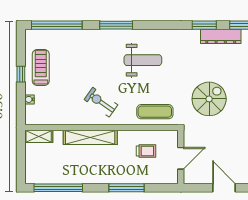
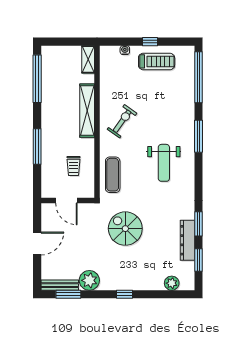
spiral stairs: (209, 99) -> (125, 229), turned 180

